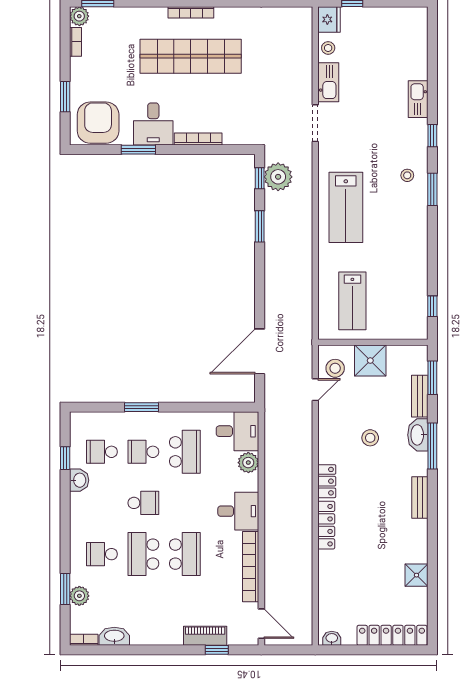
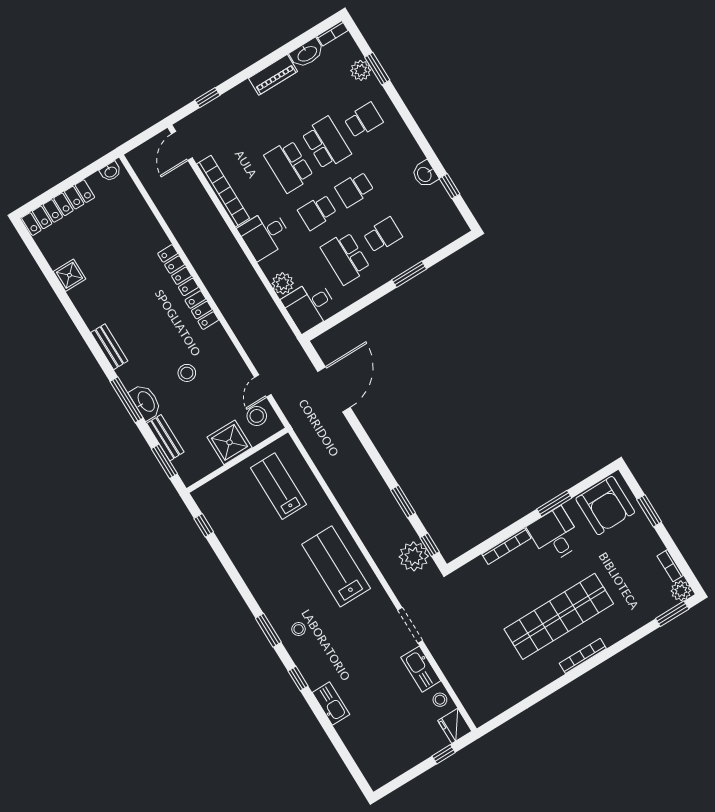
school desk: (102, 452) -> (317, 212), moved, turned 180
door: (261, 624) -> (182, 146), hinge flipped
piano: (205, 636) -> (273, 75), moved

